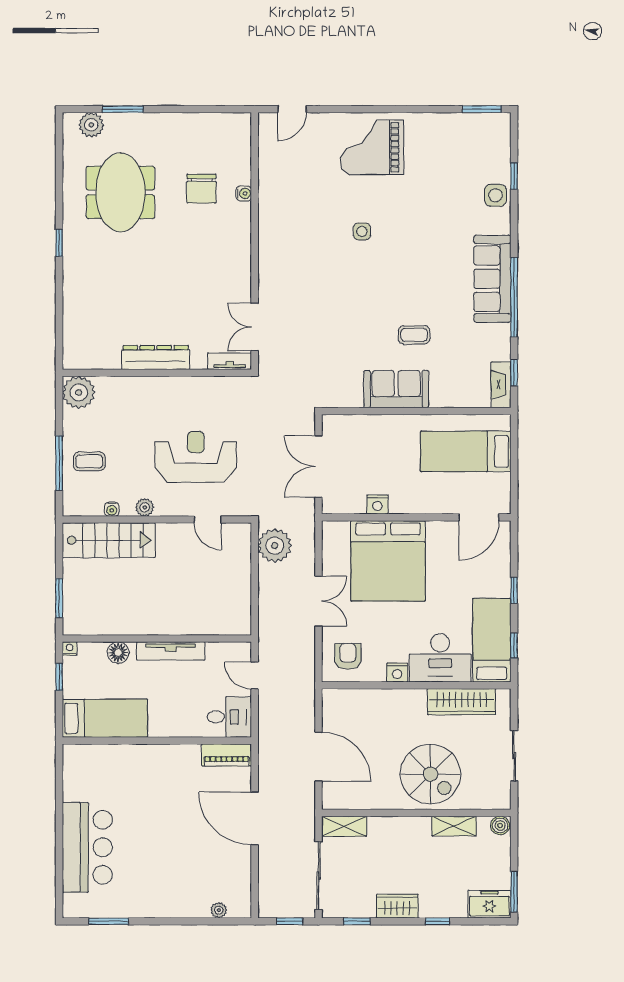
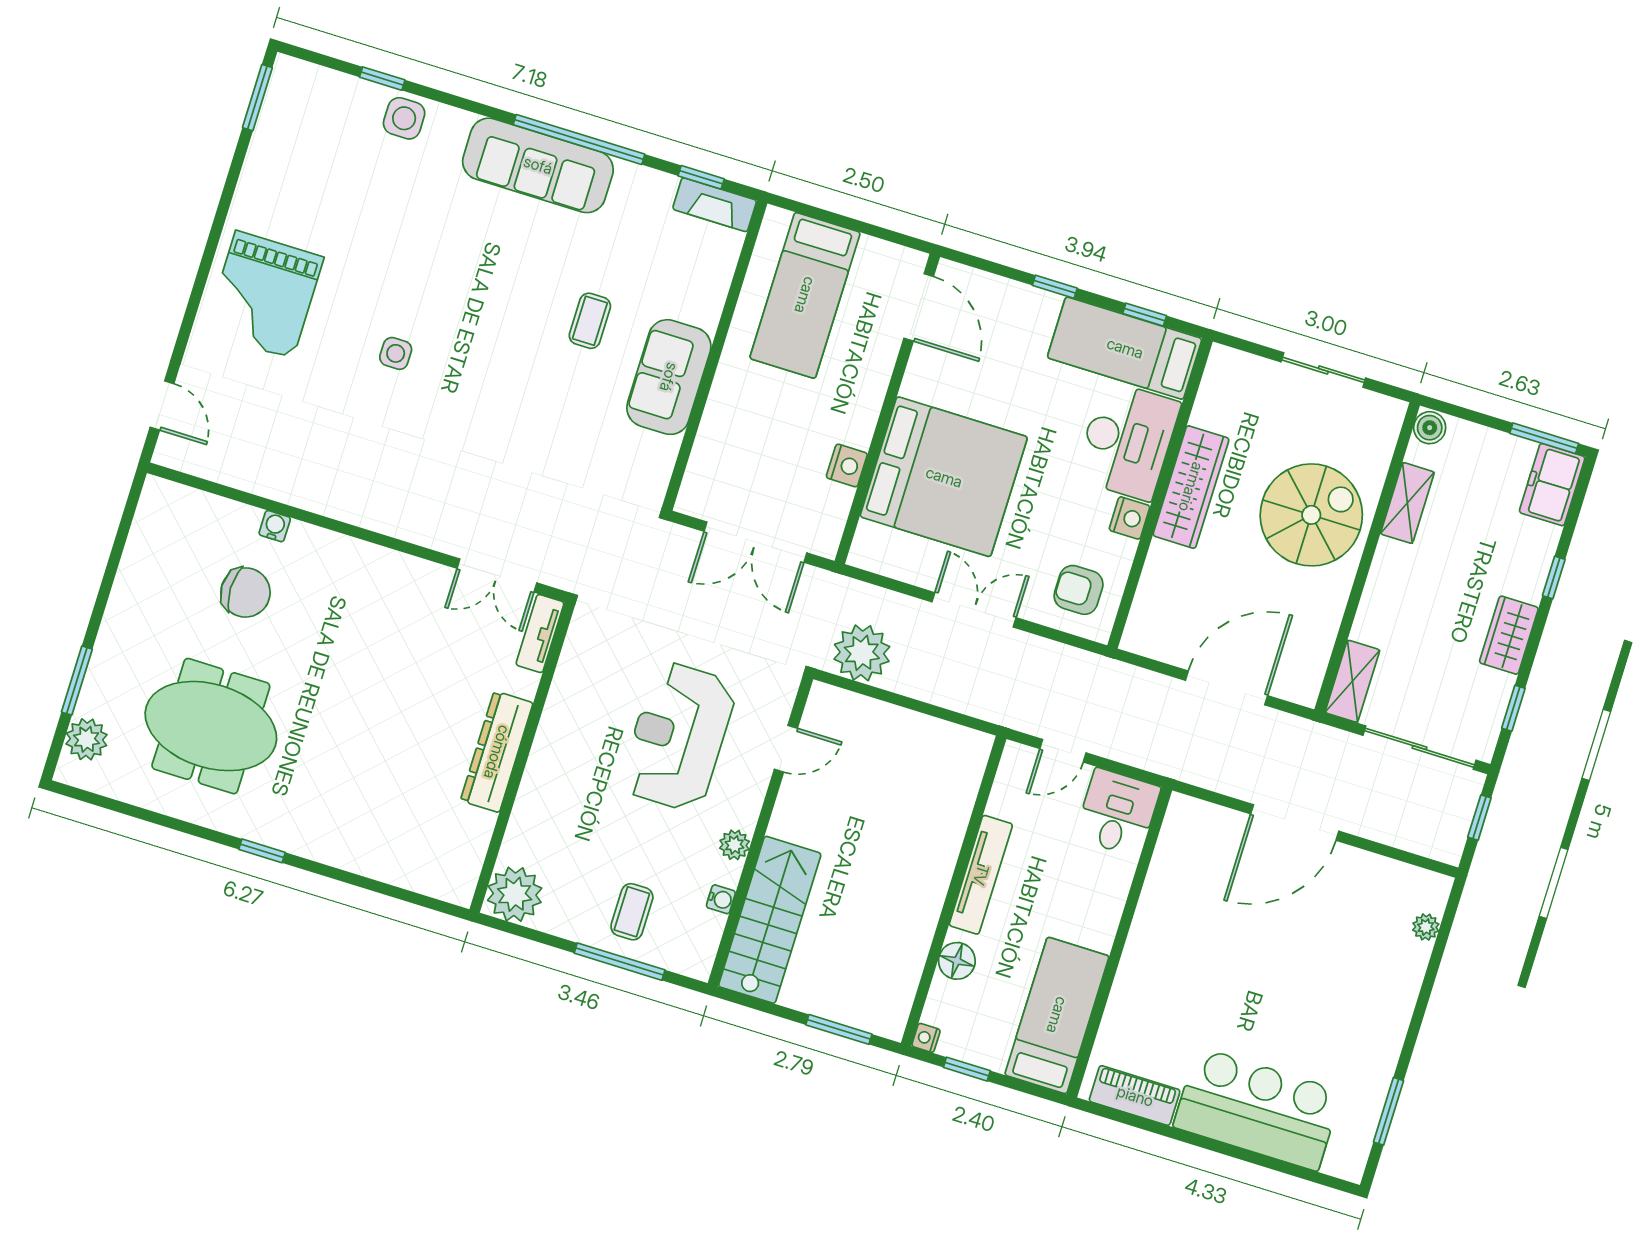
wardrobe: (462, 702) -> (1191, 487), moved
piano: (227, 755) -> (1135, 1096), moved, turned -90

